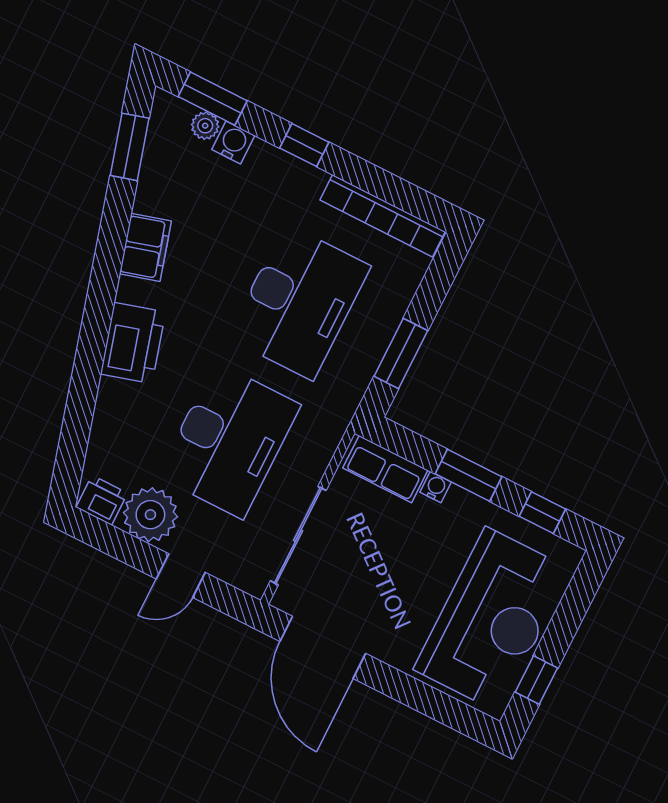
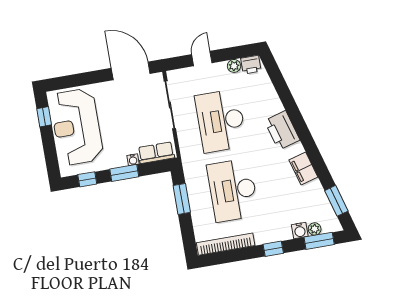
plant: (150, 515) -> (234, 66), width x0.53, depth x0.53

